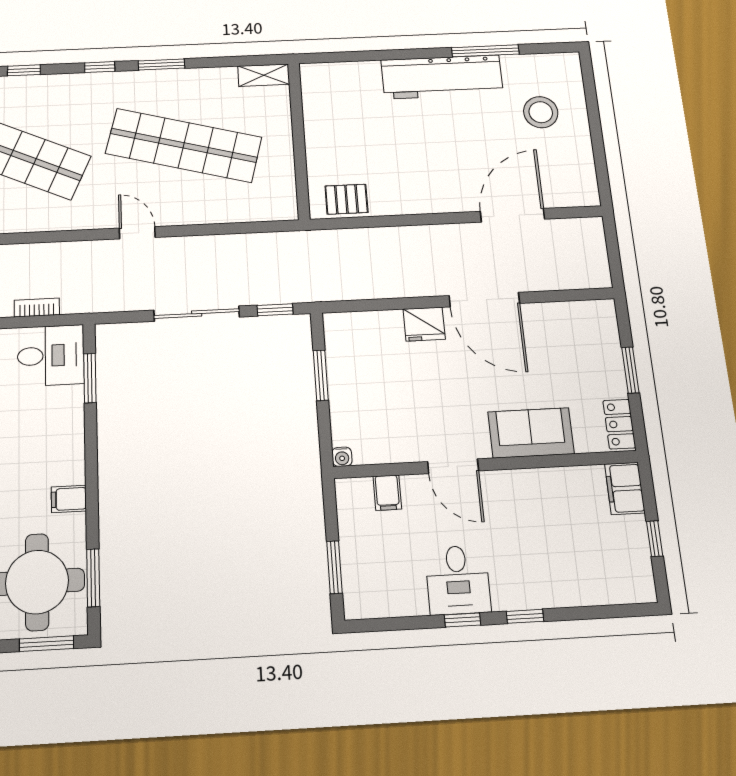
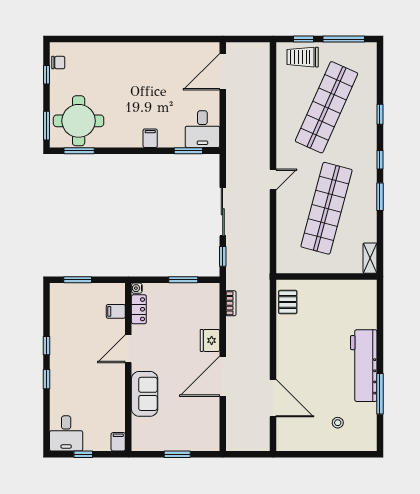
stool: (541, 112) -> (338, 423), width x0.53, depth x0.53
bookcase: (37, 307) -> (231, 303), moved
locker: (619, 424) -> (139, 309), moved, turned 90
filing cabinet: (625, 488) -> (118, 442), width x0.50
filing cabinet: (69, 499) -> (150, 138), moved
desk: (458, 580) -> (66, 433), moved, turned -90

